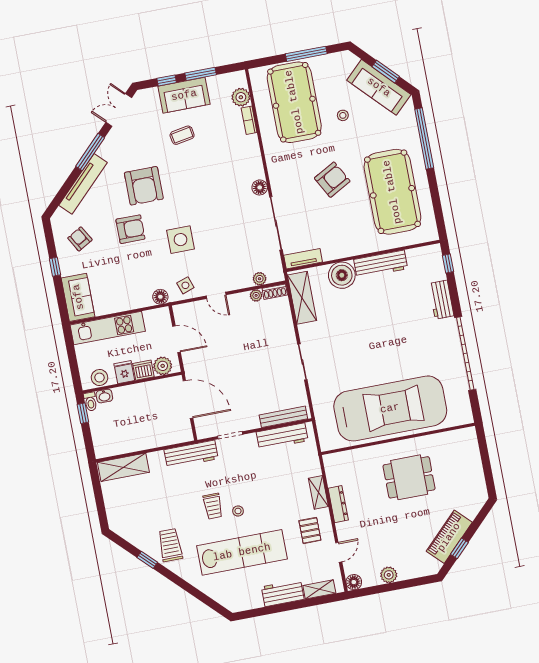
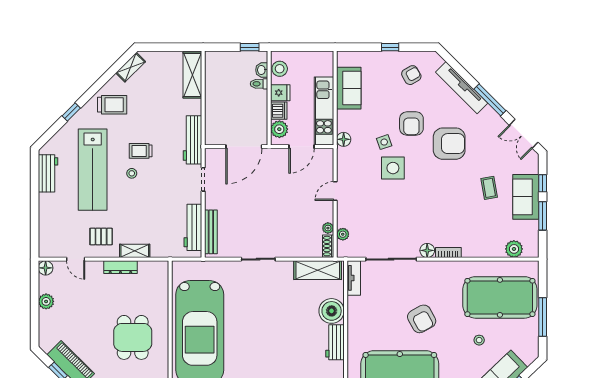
double door: (119, 110) -> (524, 134), swing flipped
bookcase: (249, 120) -> (448, 253), moved
armchair: (144, 186) -> (449, 144), turned 180
workbench: (381, 264) -> (335, 342), width x0.73
side table: (185, 285) -> (384, 142), moved
sofa: (78, 297) -> (349, 88), moved, turned -90
kitchen unit: (108, 328) -> (324, 111), moved
toilet: (90, 402) -> (259, 84), moved
window: (147, 560) -> (71, 112), moved
shelving: (319, 589) -> (131, 67), moved, turned 45
workbench: (283, 593) -> (48, 173), moved

